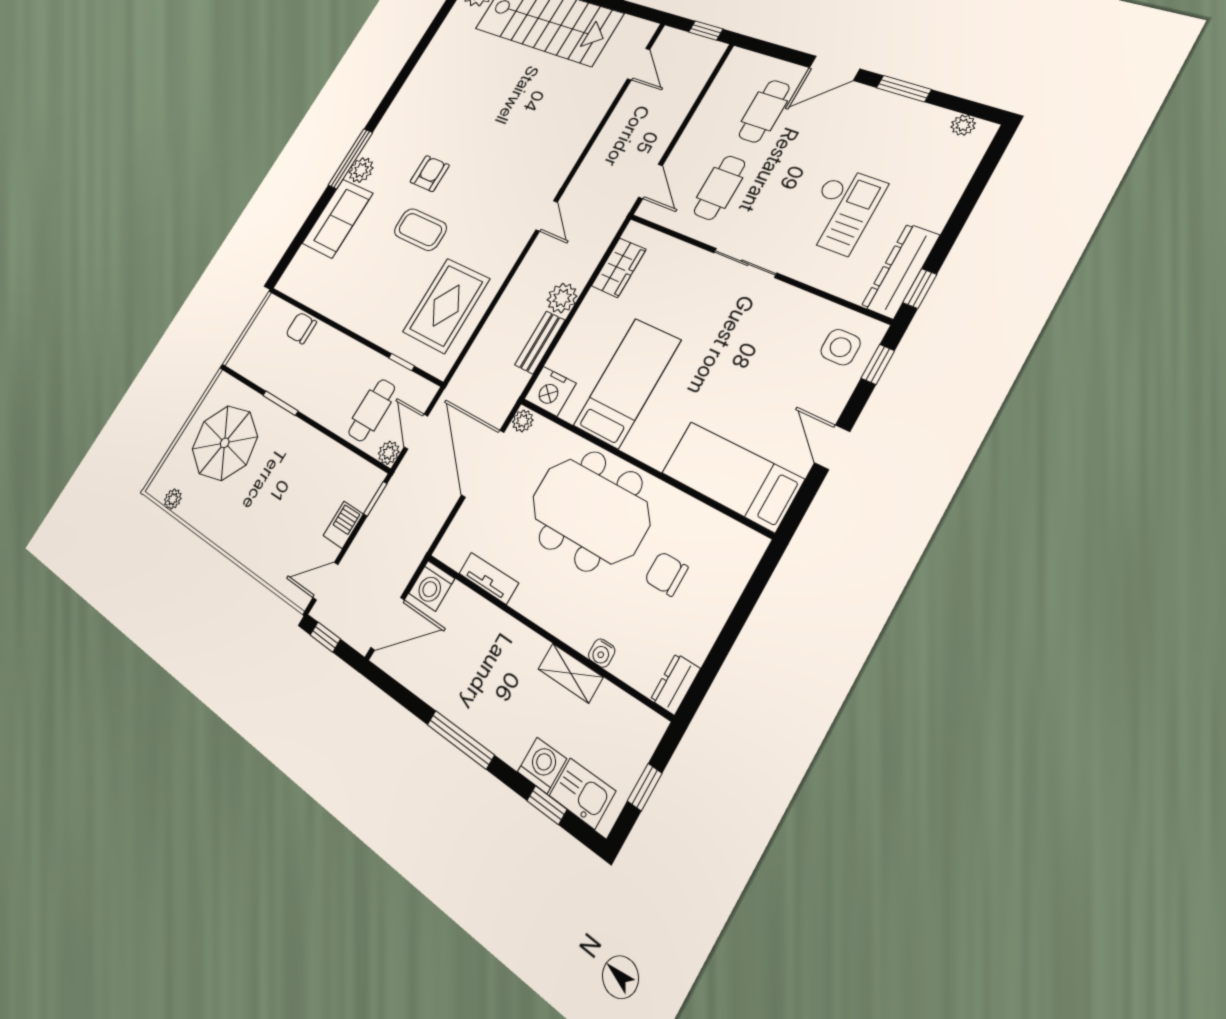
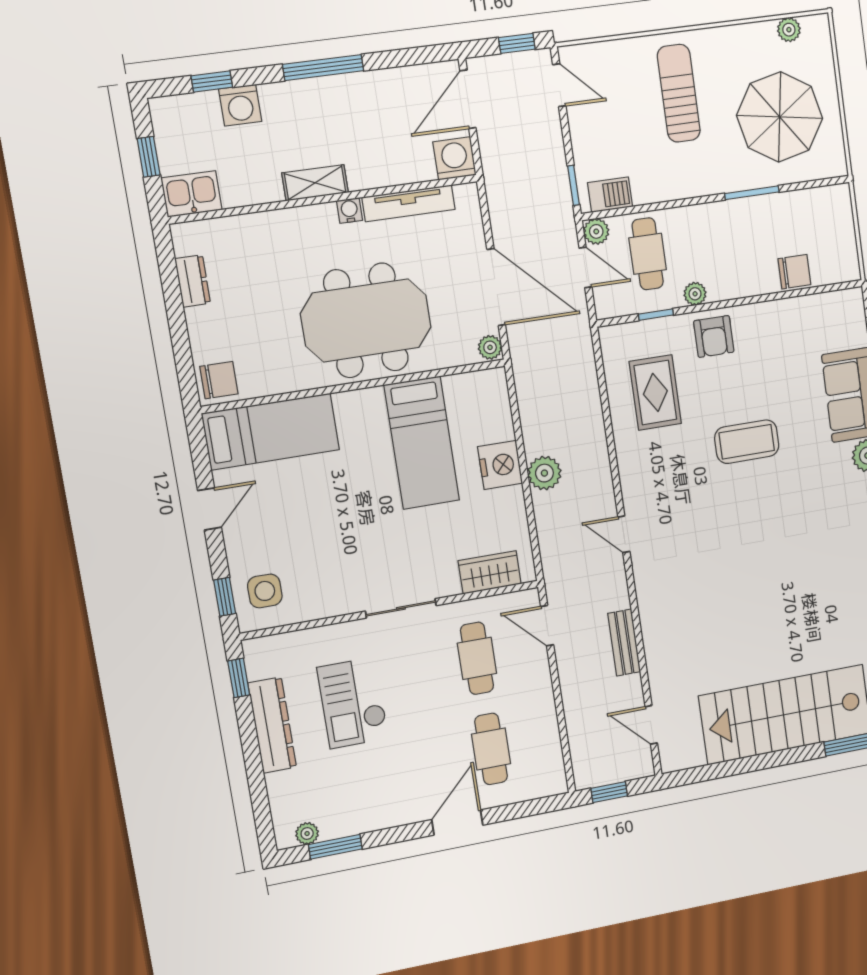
window: (904, 89) -> (335, 847), moved
armchair: (430, 174) -> (714, 336), moved
wardrobe: (619, 268) -> (490, 572), moved, turned 90
dresser: (900, 271) -> (272, 725), moved
rug: (446, 306) -> (655, 393), width x0.73, depth x0.70
bench: (540, 342) -> (624, 643), moved
plant: (367, 358) -> (695, 294), added
nightstand: (550, 391) -> (500, 465), moved, turned 90
door: (832, 447) -> (209, 509), hinge flipped
sun lounger: (264, 510) -> (679, 93), added
barbecue: (343, 525) -> (610, 195), moved, turned -90
chair: (666, 574) -> (219, 380), moved
tv unit: (489, 578) -> (409, 203), width x1.41
door: (325, 581) -> (559, 85), hinge flipped
water cooler: (602, 653) -> (349, 211), moved
shelving: (570, 673) -> (315, 183), moved
dresser: (675, 684) -> (193, 281), moved
kitchen sink: (582, 793) -> (191, 194), moved, turned 180

